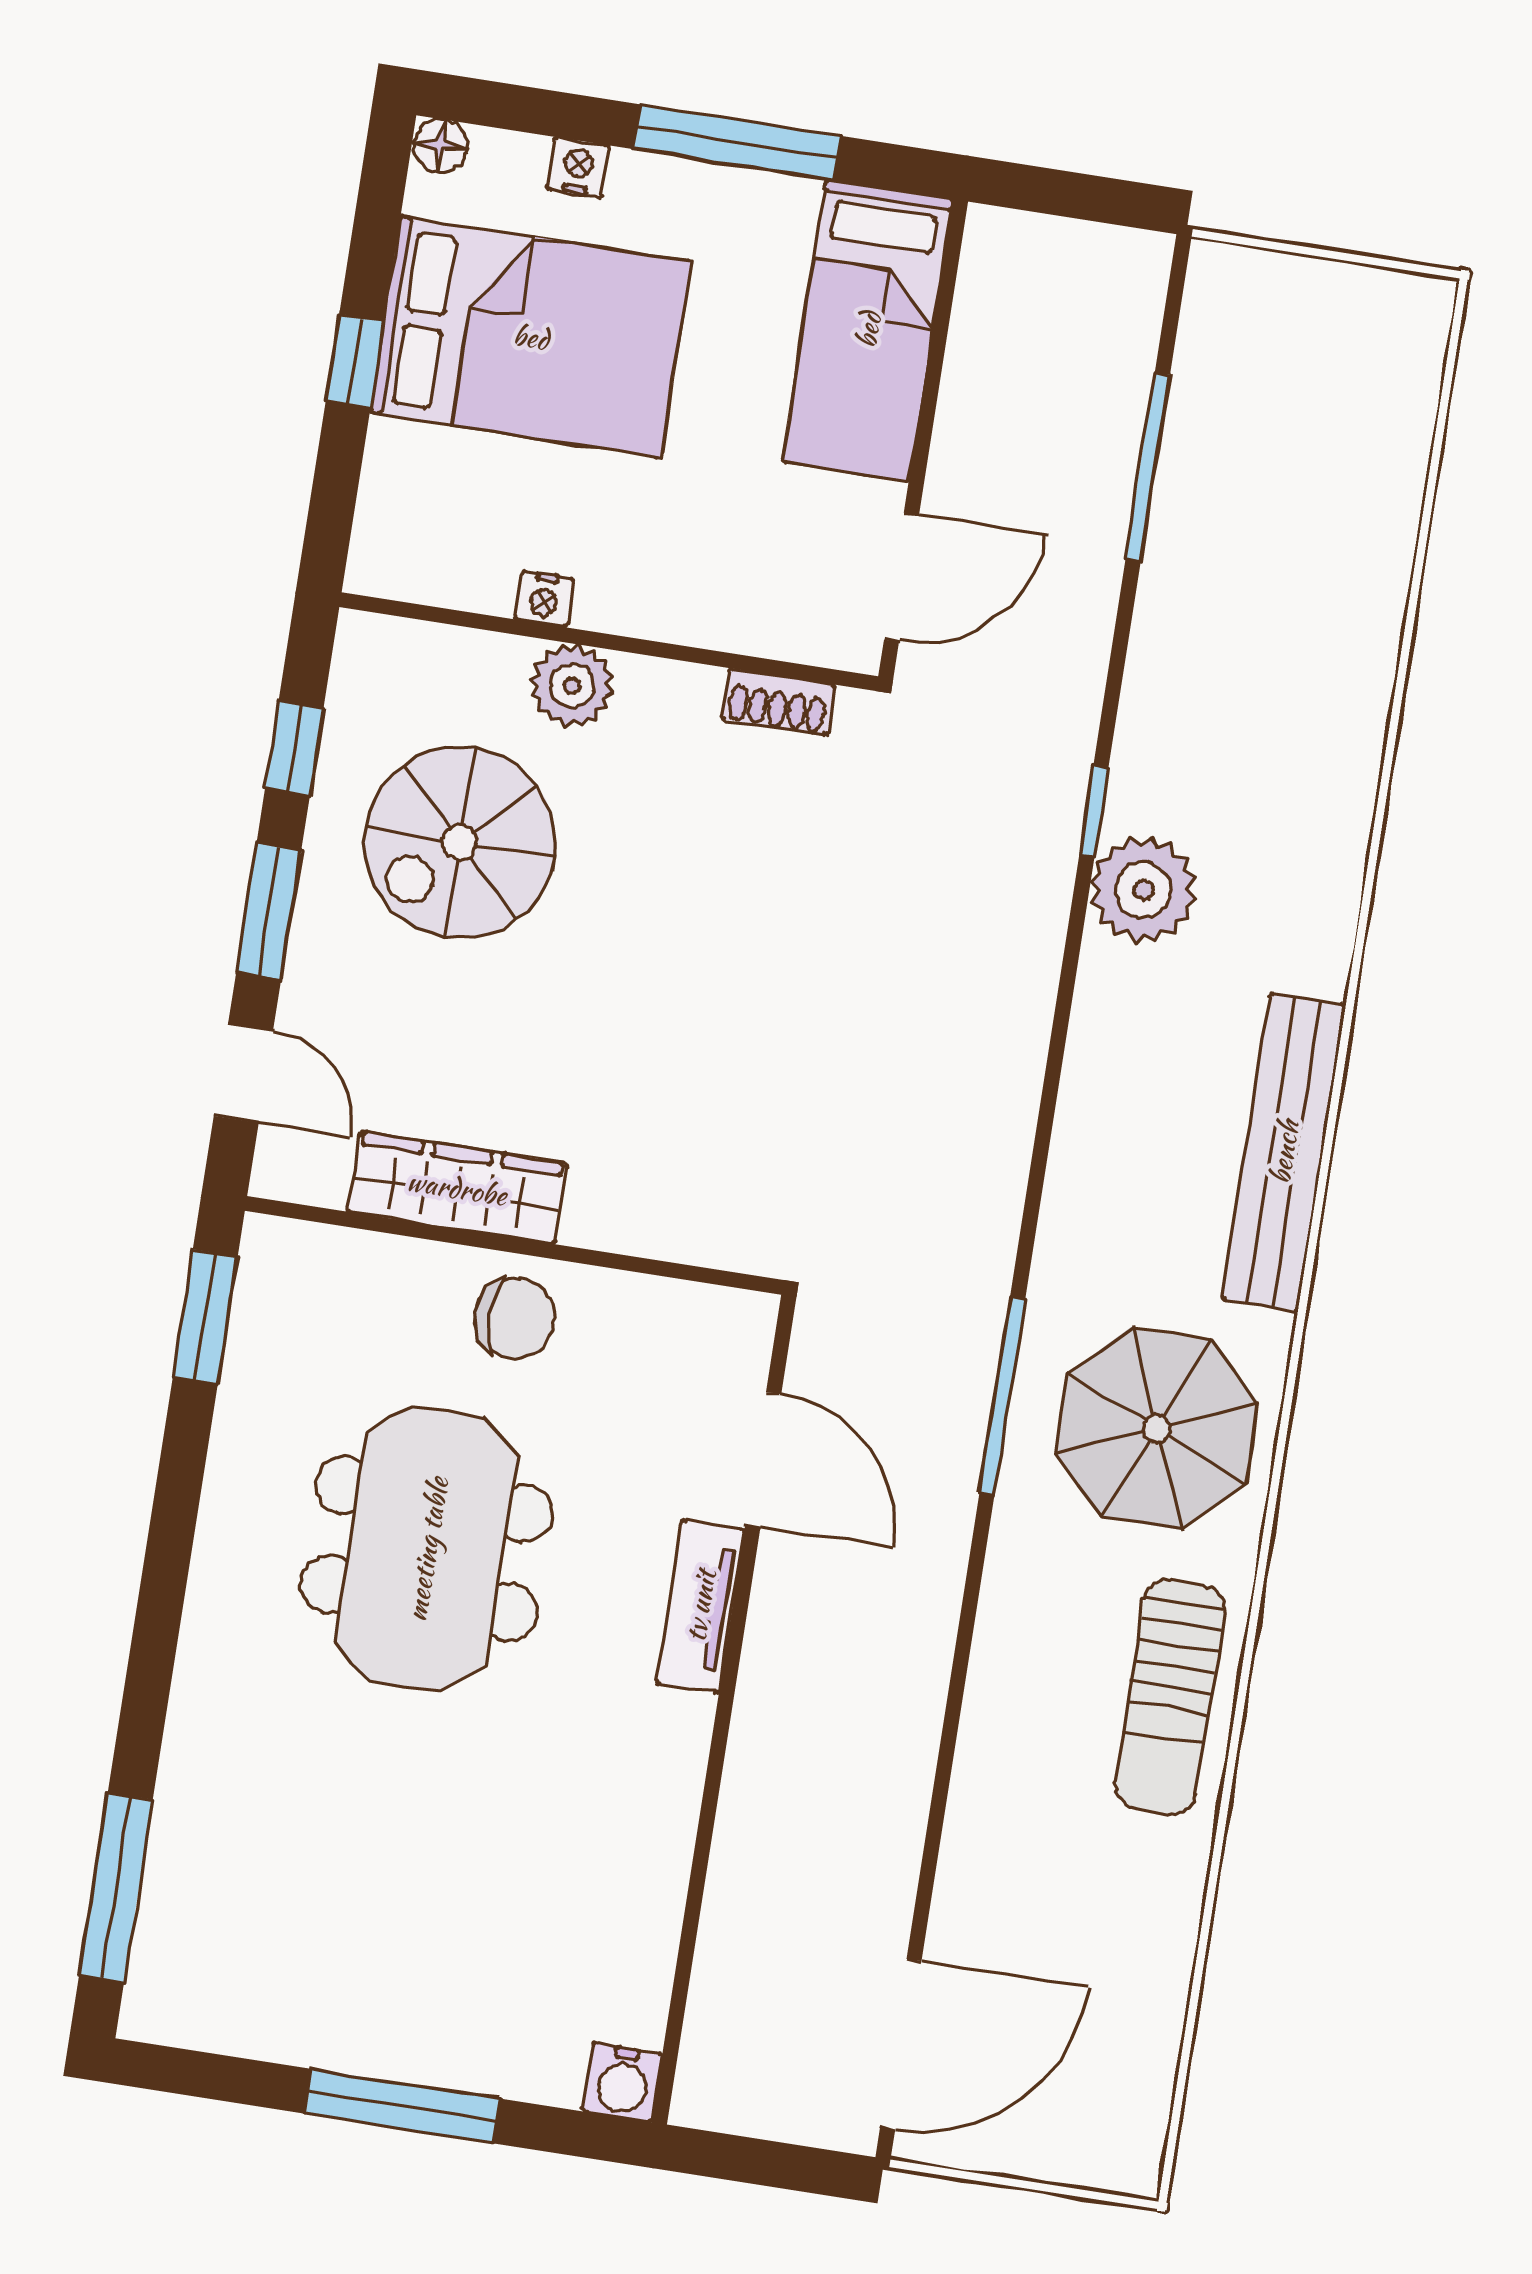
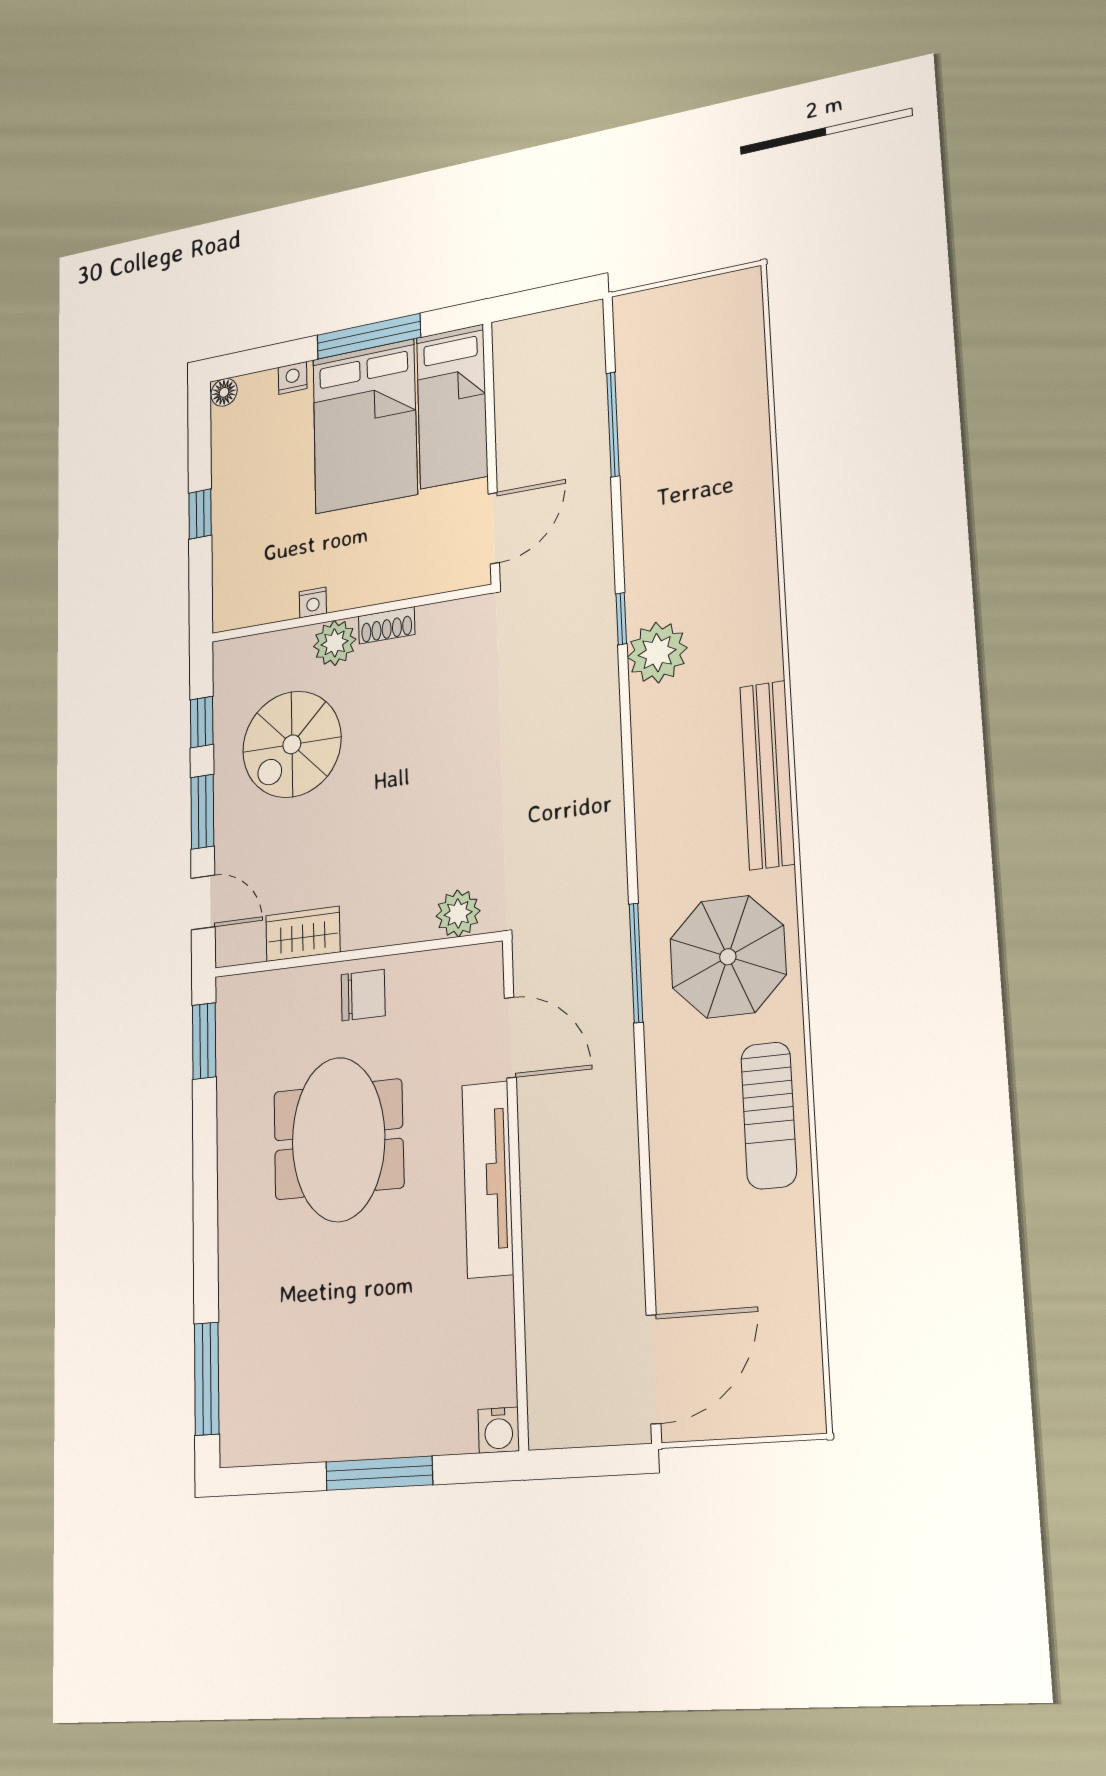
bed: (531, 337) -> (365, 426), moved, turned 90
shoe rack: (778, 702) -> (387, 625), moved
wardrobe: (457, 1188) -> (303, 934), width x0.67
plant: (711, 1227) -> (458, 913), added
tv unit: (700, 1606) -> (488, 1179), width x1.92, depth x1.29

